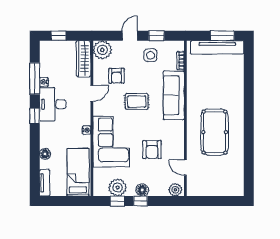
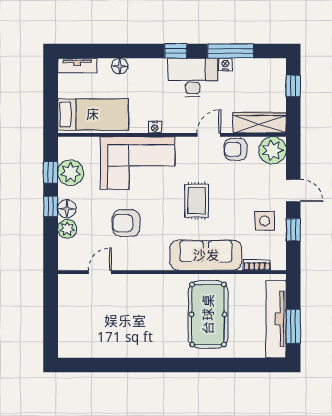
armchair: (117, 76) -> (236, 149), moved
door: (92, 93) -> (209, 135), swing flipped
pool table: (215, 132) -> (208, 314), moved, turned 90
plant: (175, 190) -> (67, 229), moved

